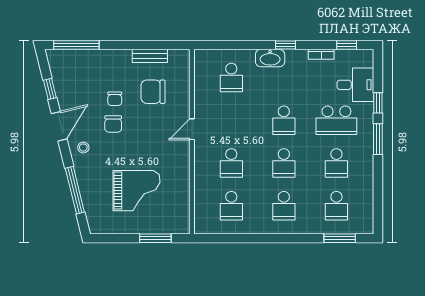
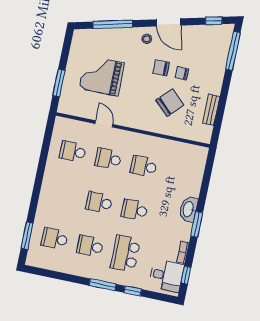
window: (286, 45) -> (197, 224), width x1.50
school desk: (231, 78) -> (144, 166), moved
desk: (355, 85) -> (167, 276), moved, turned -90
window: (50, 89) -> (214, 21), moved
chair: (153, 92) -> (170, 103), moved, turned 44
door: (192, 129) -> (104, 124), moved
grand piano: (137, 191) -> (102, 76), turned 90
school desk: (284, 206) -> (64, 195), removed

